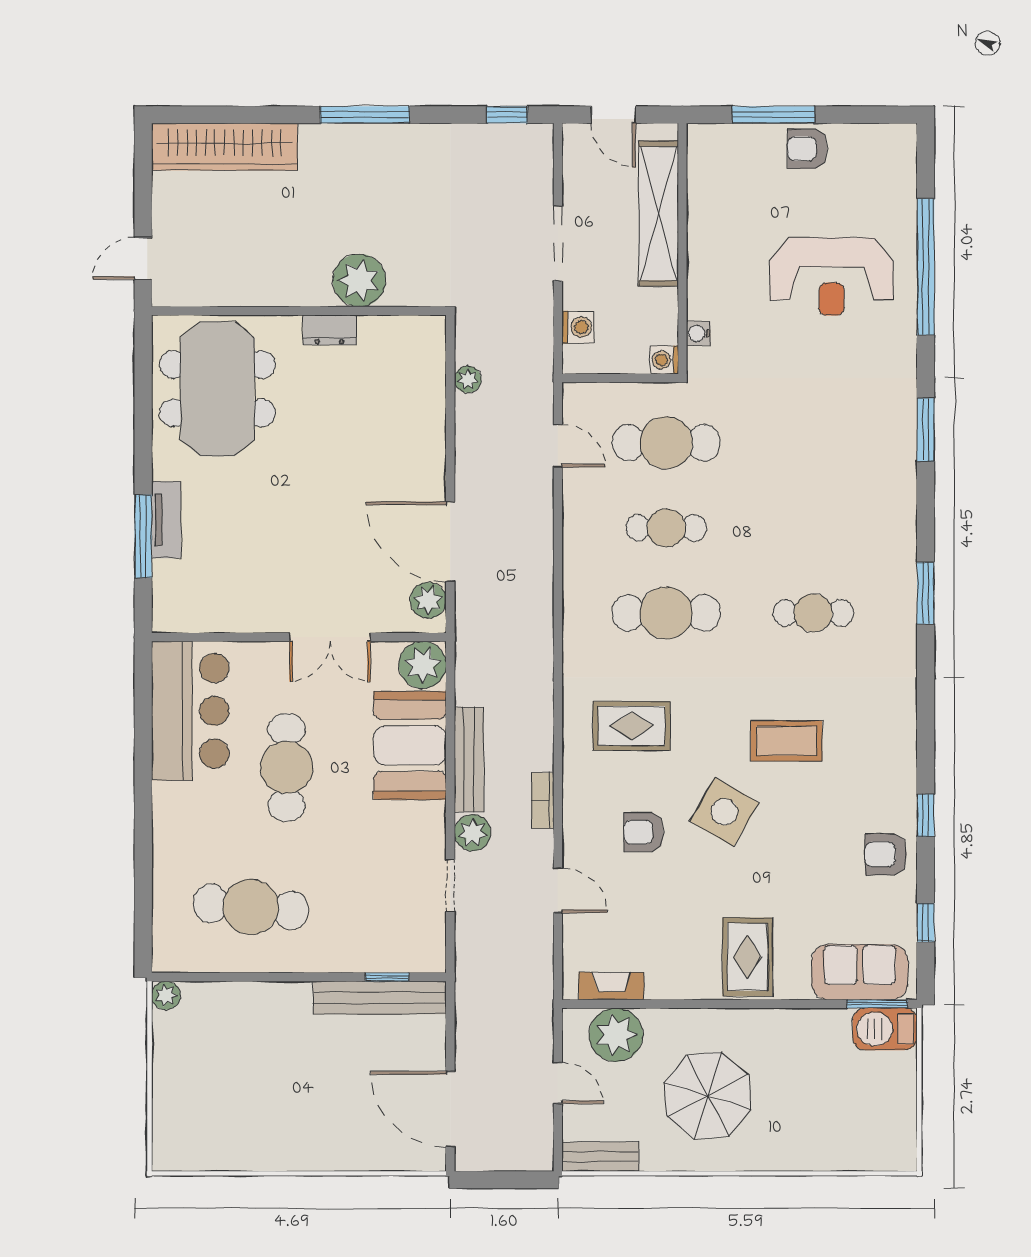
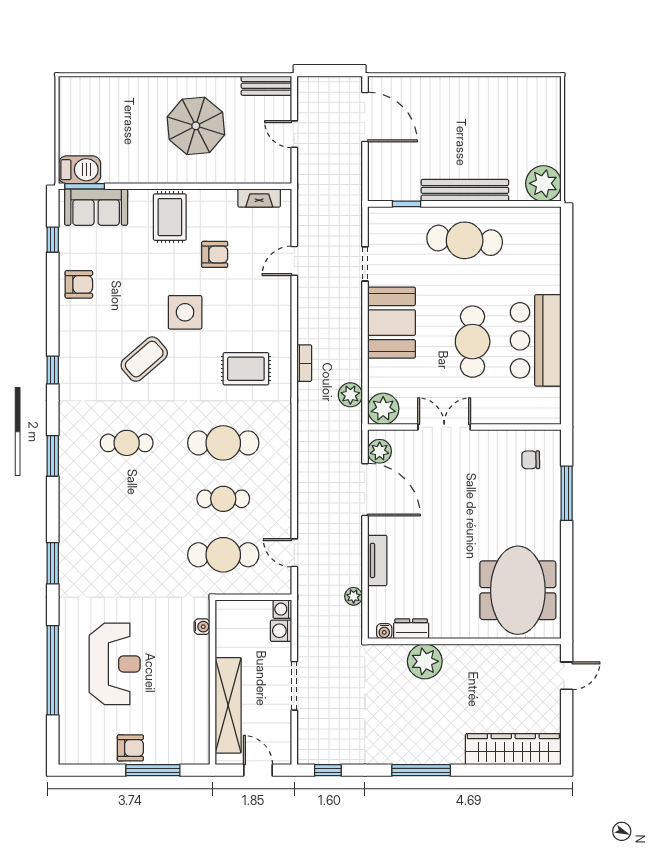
reception desk: (831, 277) -> (115, 664), turned 90
water cooler: (421, 326) -> (384, 631), added
dresser: (329, 330) -> (411, 629), moved
washing machine: (664, 360) -> (282, 609), moved, turned 180
tv unit: (166, 520) -> (377, 560), moved, turned 180
chair: (198, 587) -> (531, 460), added
bar counter: (190, 711) -> (536, 340), moved
coffee table: (786, 741) -> (144, 359), turned -41
booth: (410, 745) -> (391, 323), moved
bench: (469, 759) -> (353, 347), removed
bookcase: (543, 801) -> (304, 363), moved
side table: (724, 812) -> (185, 312), turned -30
window: (926, 815) -> (53, 370), moved
armchair: (644, 832) -> (215, 254), moved
plant: (473, 833) -> (350, 395), moved
door: (558, 890) -> (294, 261), hinge flipped
cafe table: (251, 907) -> (465, 240), moved
plant: (166, 995) -> (543, 183), width x1.88, depth x1.88
bench: (380, 998) -> (465, 190), moved
plant: (616, 1035) -> (256, 166), removed

